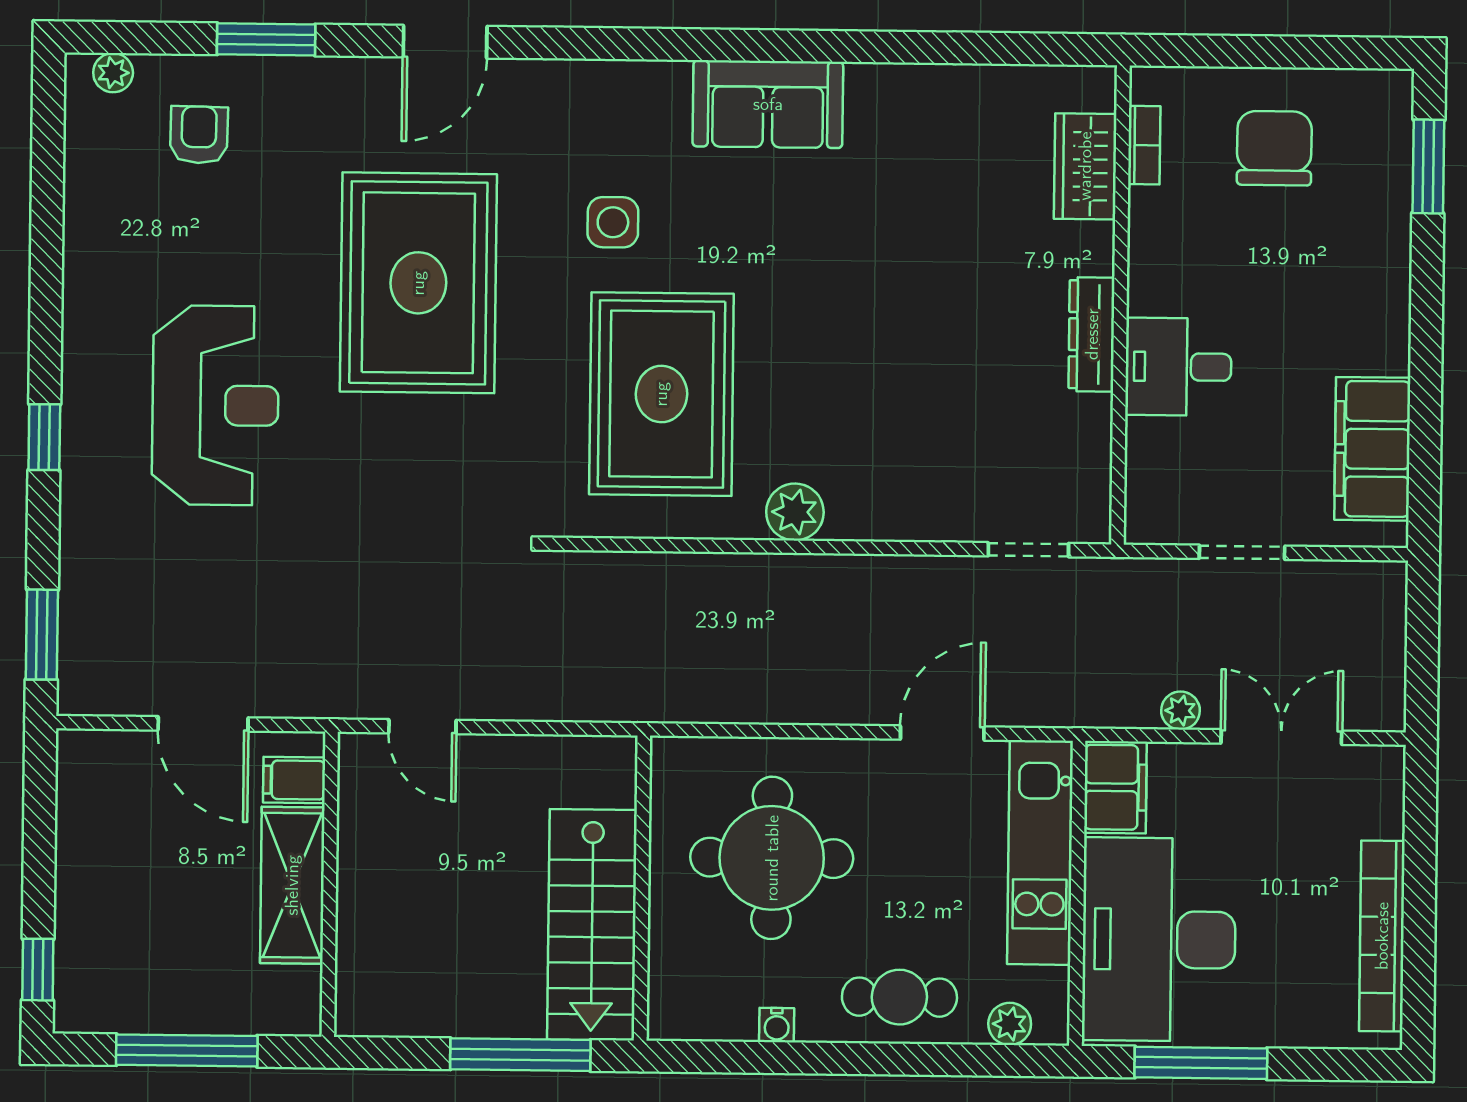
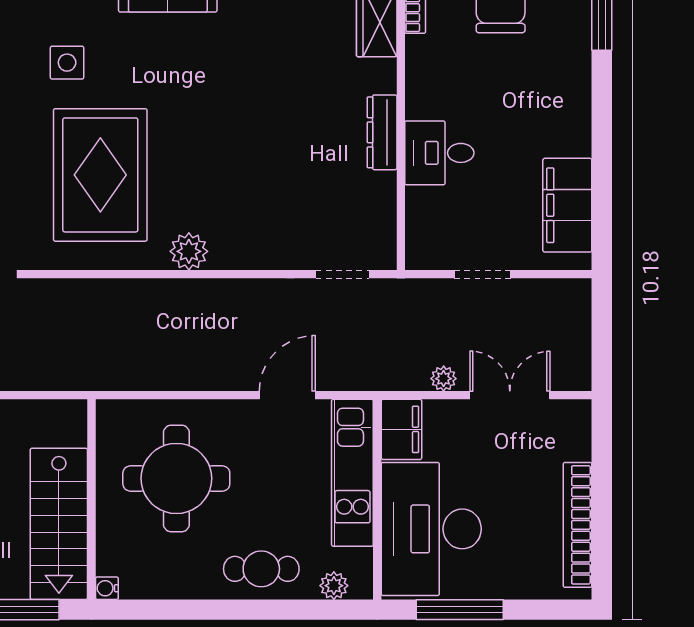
water cooler: (777, 1025) -> (107, 588), moved, turned 90

